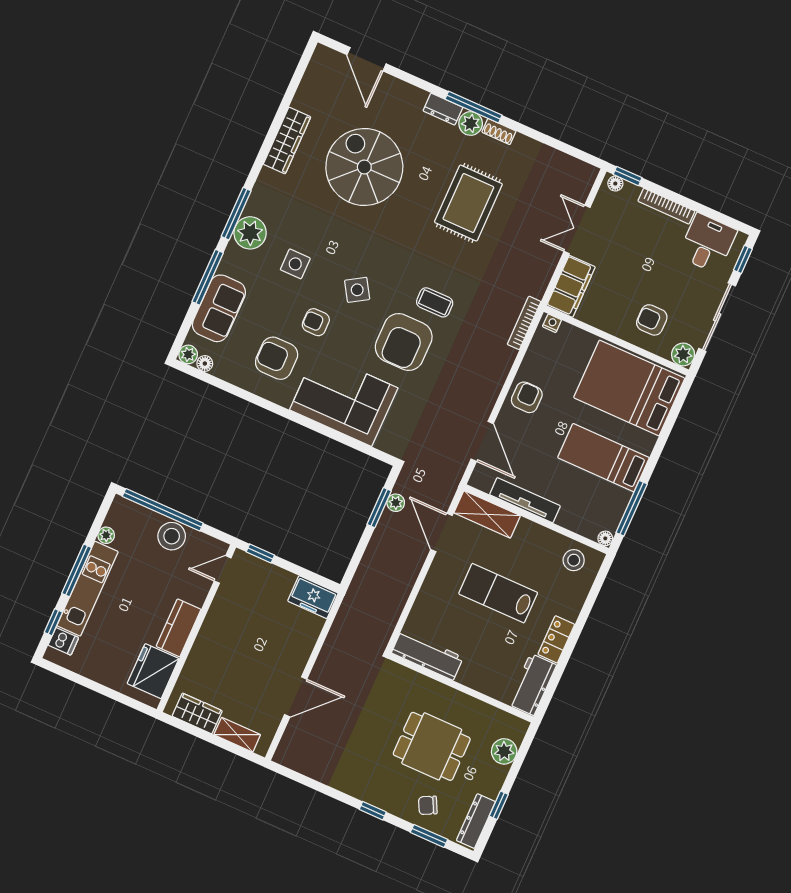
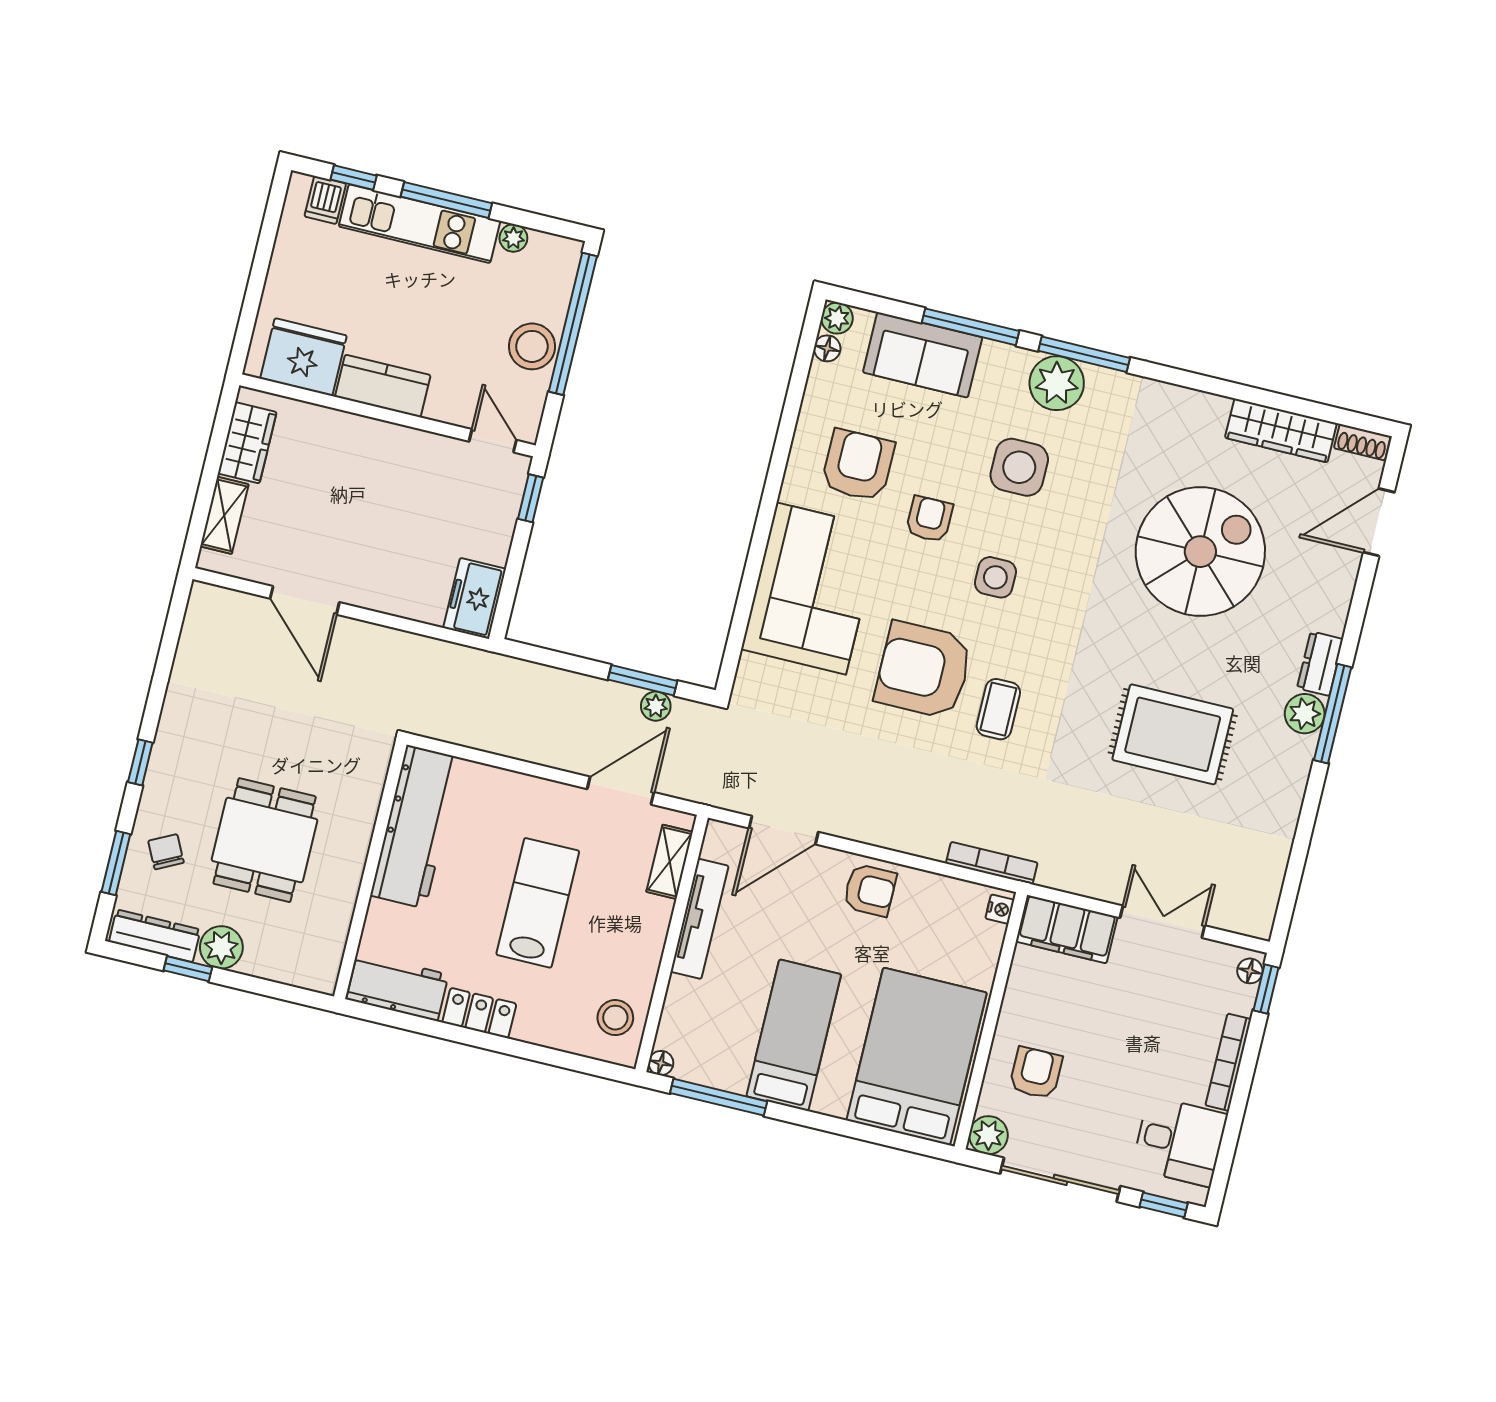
shoe rack: (499, 132) -> (1362, 442), moved, turned -90
wardrobe: (287, 141) -> (1281, 430), moved
side table: (295, 264) -> (1019, 467), width x1.37, depth x1.37
side table: (357, 290) -> (995, 577), turned 32
shelving: (487, 514) -> (670, 862), width x0.67, depth x0.75
workbench: (427, 655) -> (416, 827), width x1.36, depth x1.32
plant: (504, 751) -> (221, 947), moved

